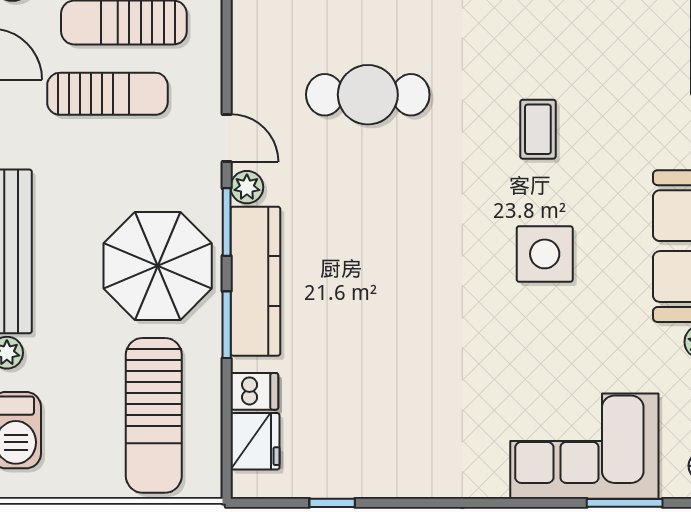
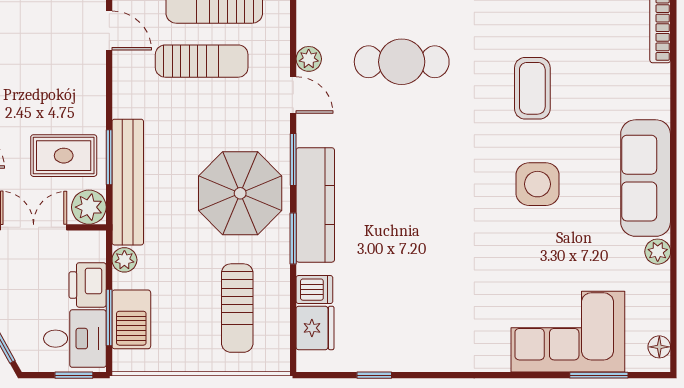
coffee table: (538, 129) -> (532, 88), width x1.36, depth x1.30
plant: (247, 187) -> (309, 59), moved
sun lounger: (154, 415) -> (237, 308), width x0.73, depth x0.75

